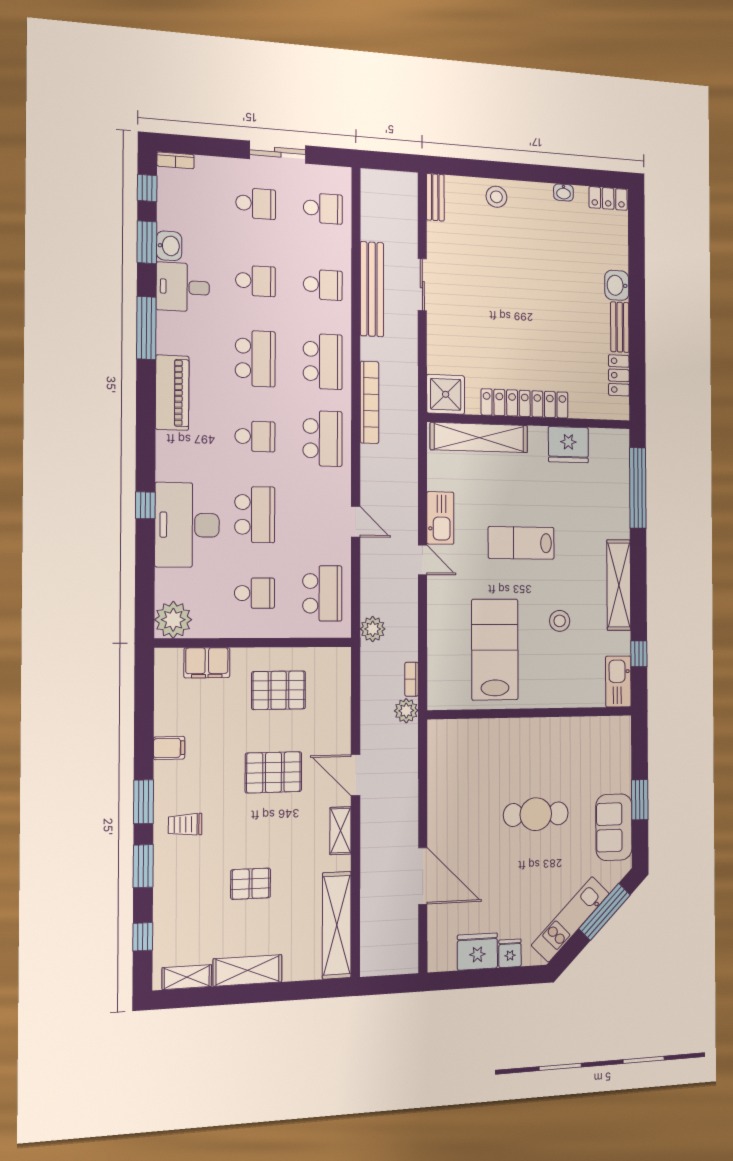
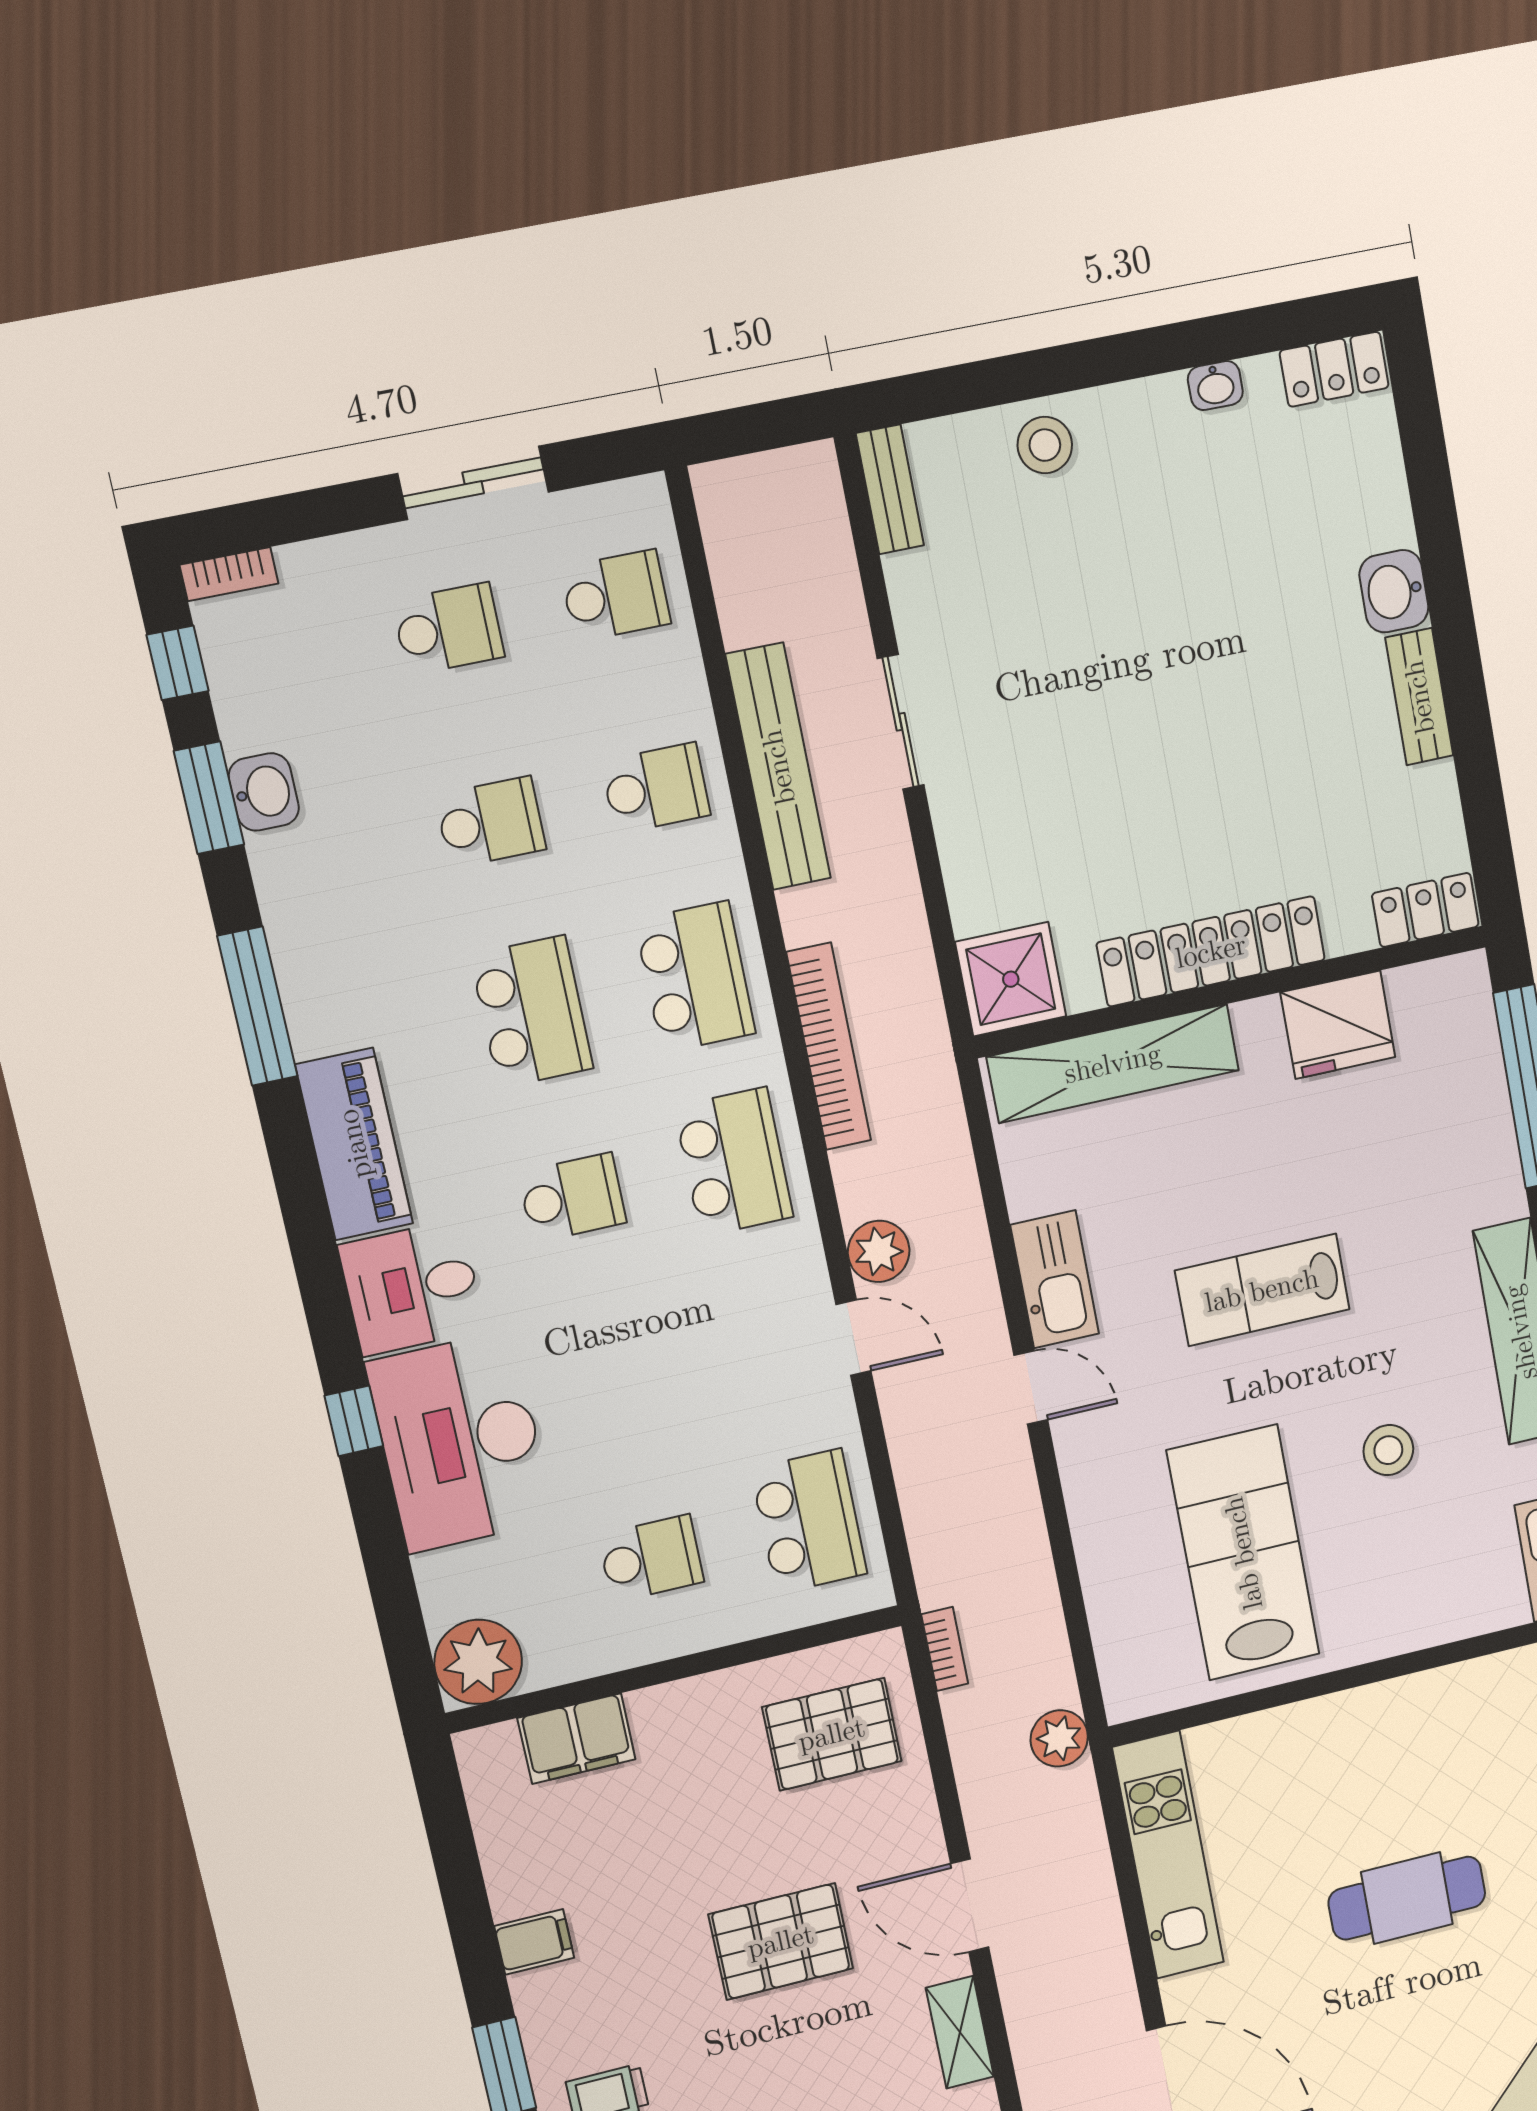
desk: (183, 287) -> (412, 1288), moved
locker: (619, 375) -> (1425, 910), moved, turned 90
school desk: (255, 515) -> (612, 1380), removed
plant: (373, 629) -> (879, 1251), moved
bookcase: (412, 679) -> (945, 1649), moved, turned 180
pallet: (279, 690) -> (832, 1734), moved
kitchen unit: (442, 772) -> (1168, 1855), added

